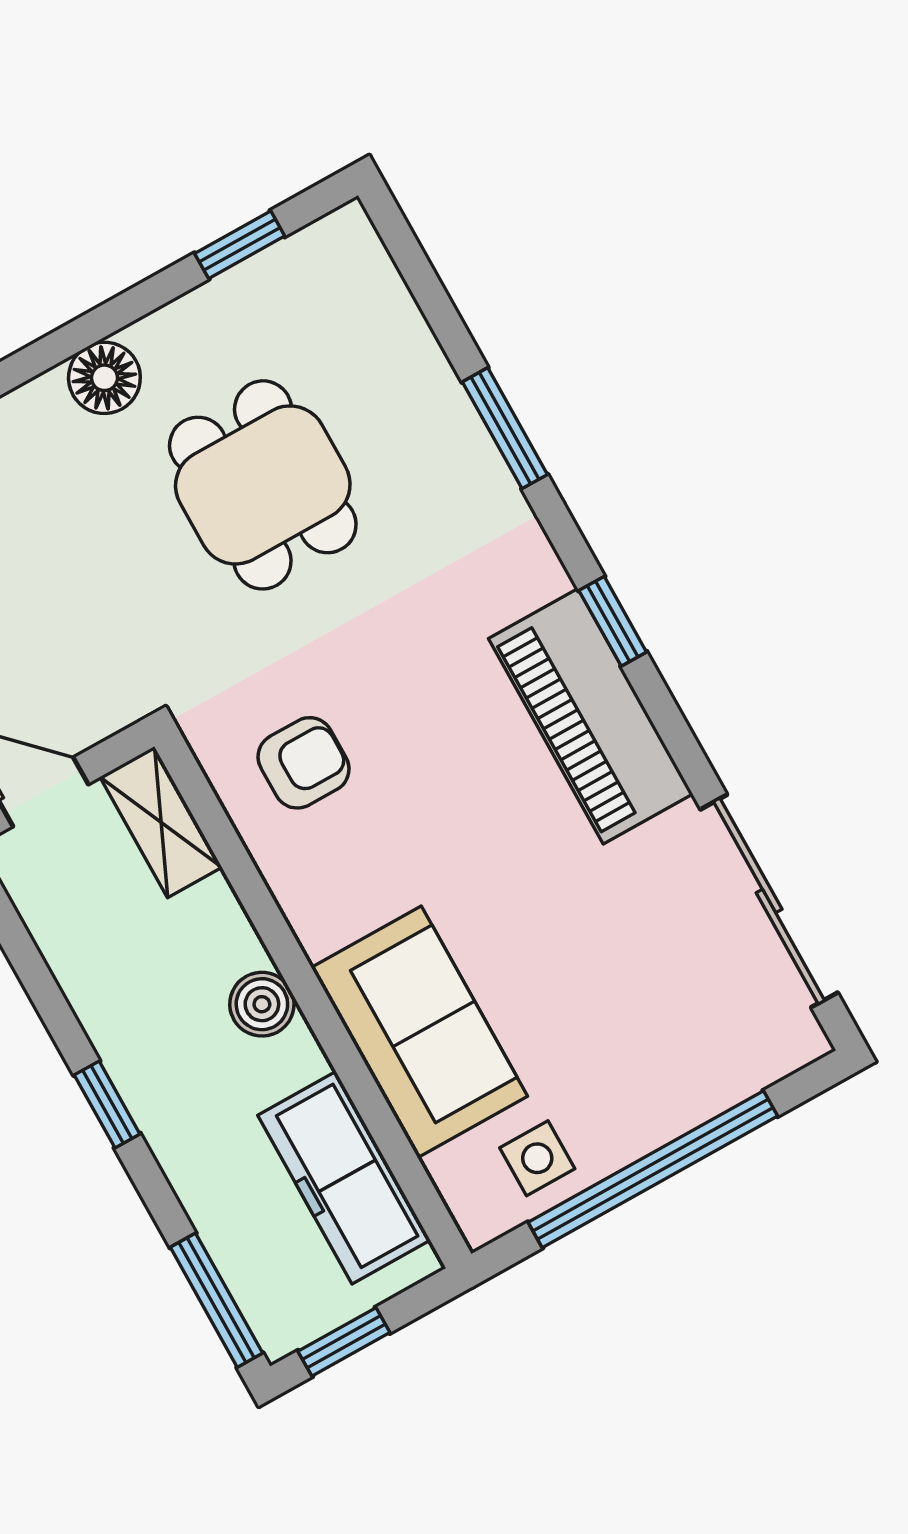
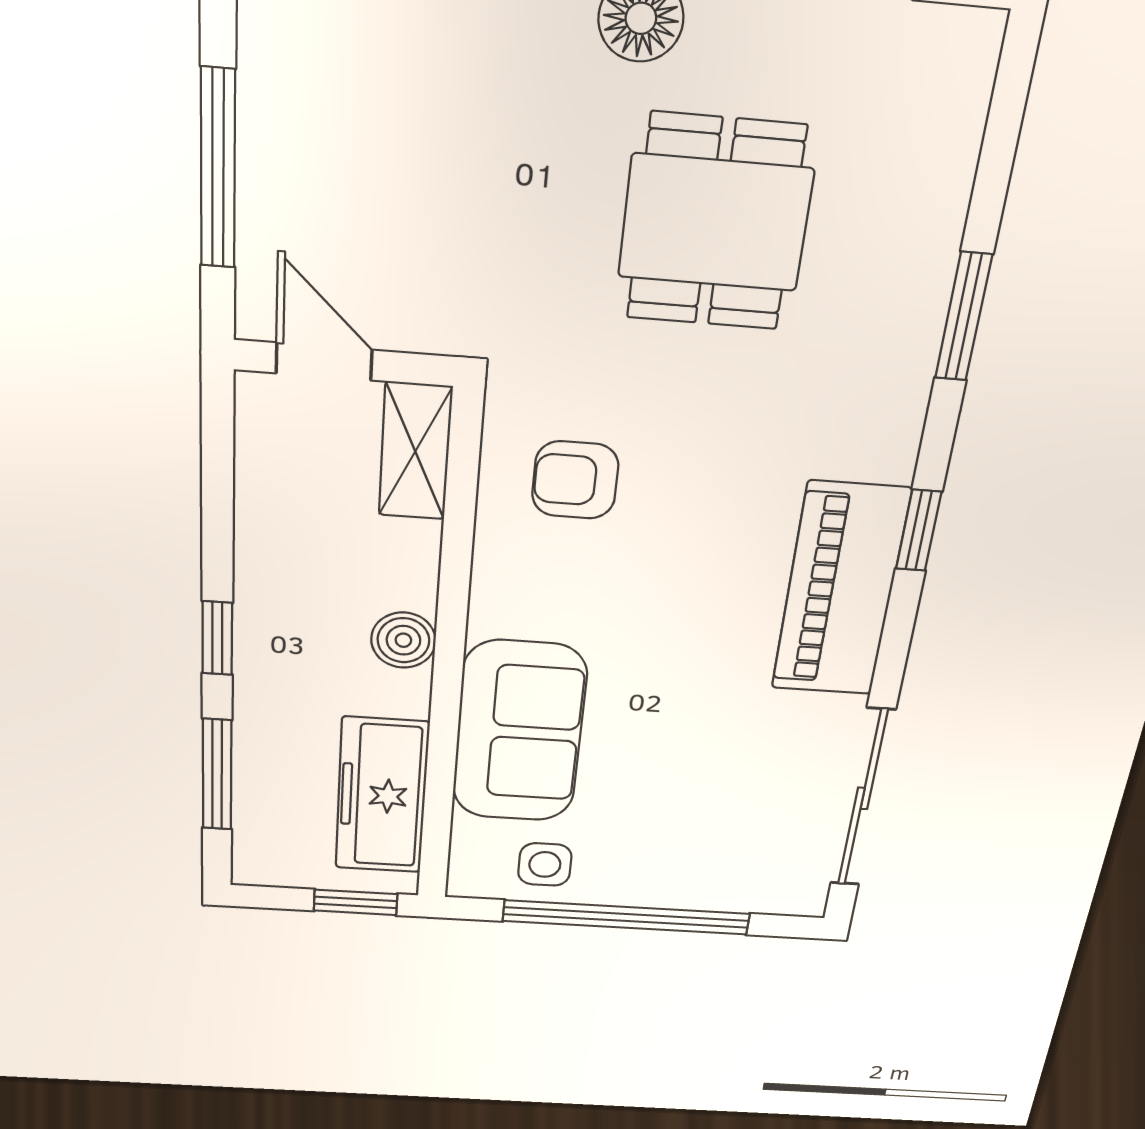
armchair: (304, 763) -> (575, 480), turned 180
window: (216, 1300) -> (217, 775), moved
window: (344, 1342) -> (356, 902), moved

